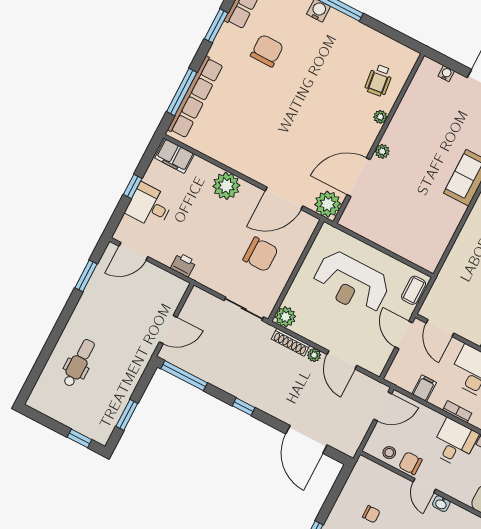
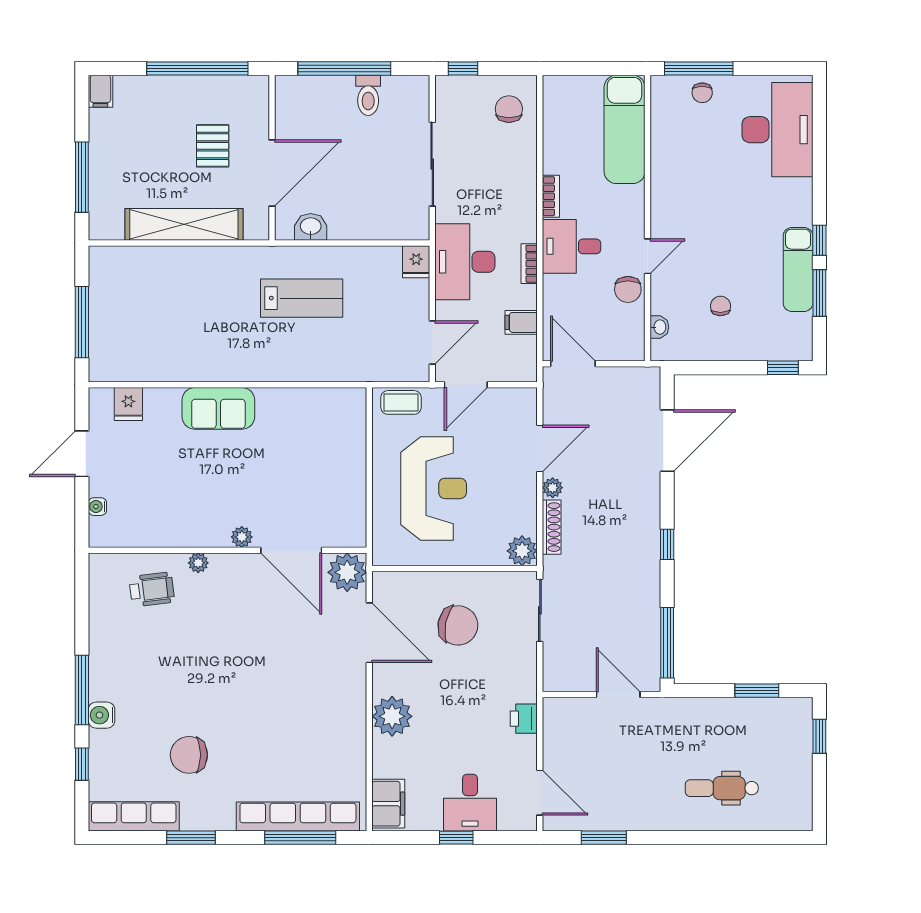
chair: (261, 254) -> (458, 625), turned 101
stool: (389, 453) -> (628, 324), removed
washbasin: (441, 504) -> (659, 327), moved

